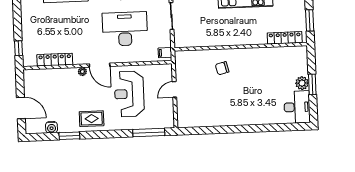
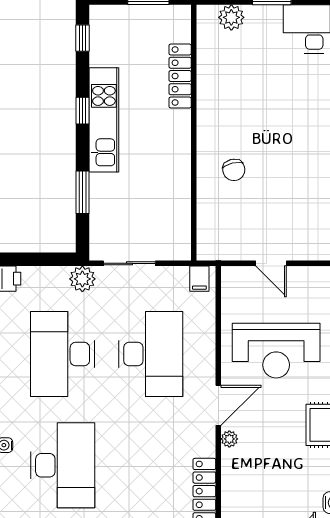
desk: (125, 29) -> (151, 354), turned 180
locker: (285, 38) -> (180, 76), moved
plant: (302, 83) -> (231, 17), moved

